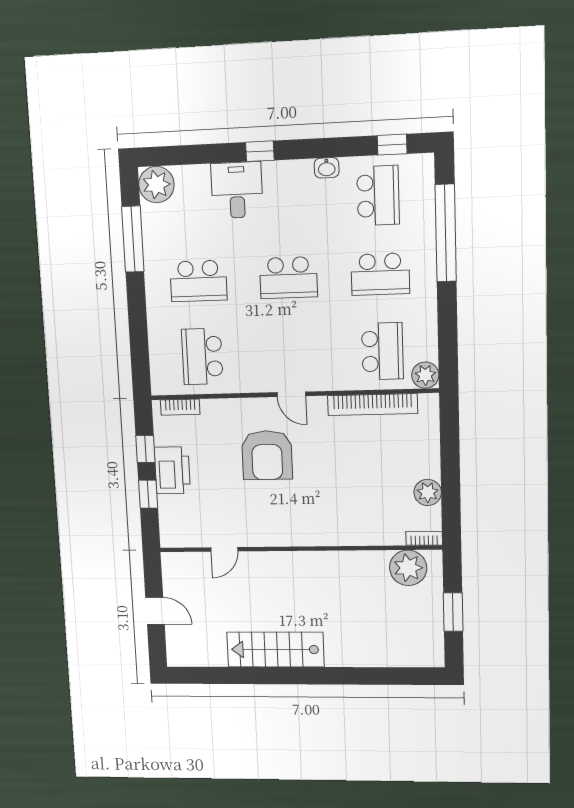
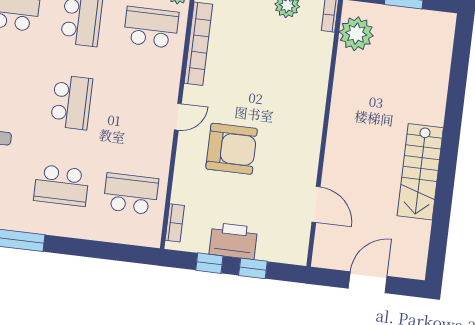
school desk: (198, 281) -> (61, 185), turned 90
school desk: (202, 356) -> (131, 194), turned 180
door: (224, 549) -> (316, 204), width x1.37
door: (155, 611) -> (368, 282), width x1.38

